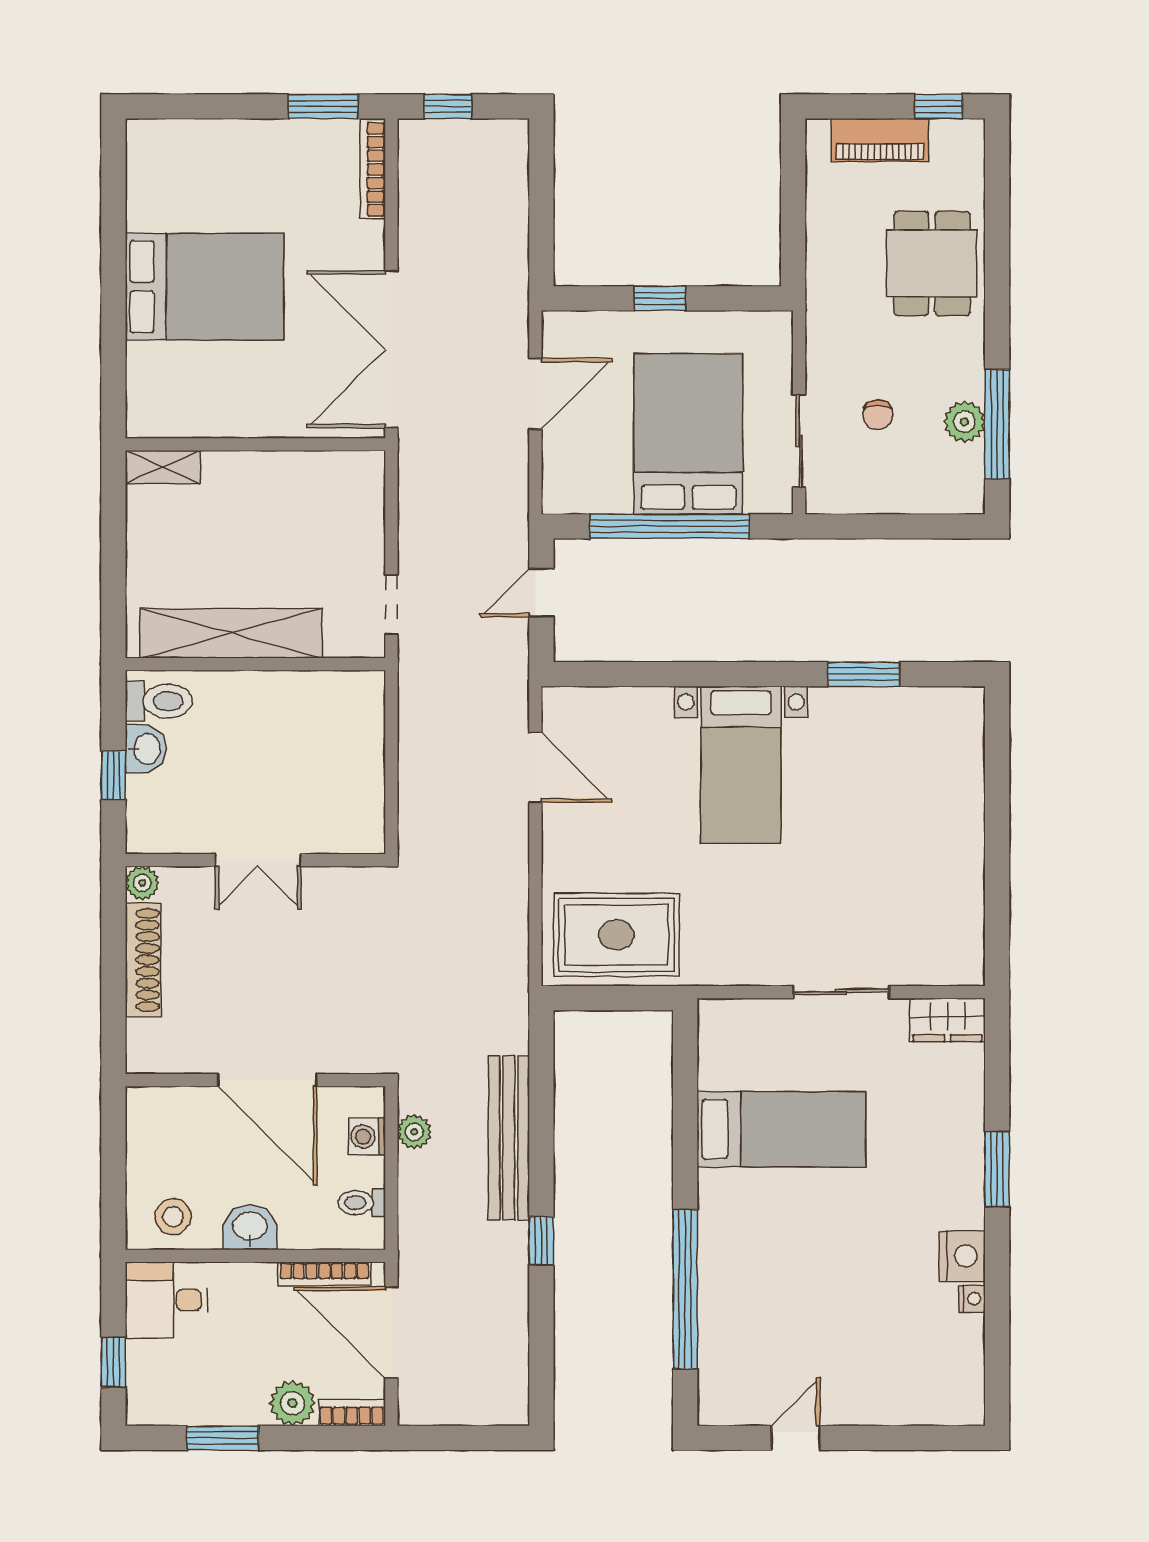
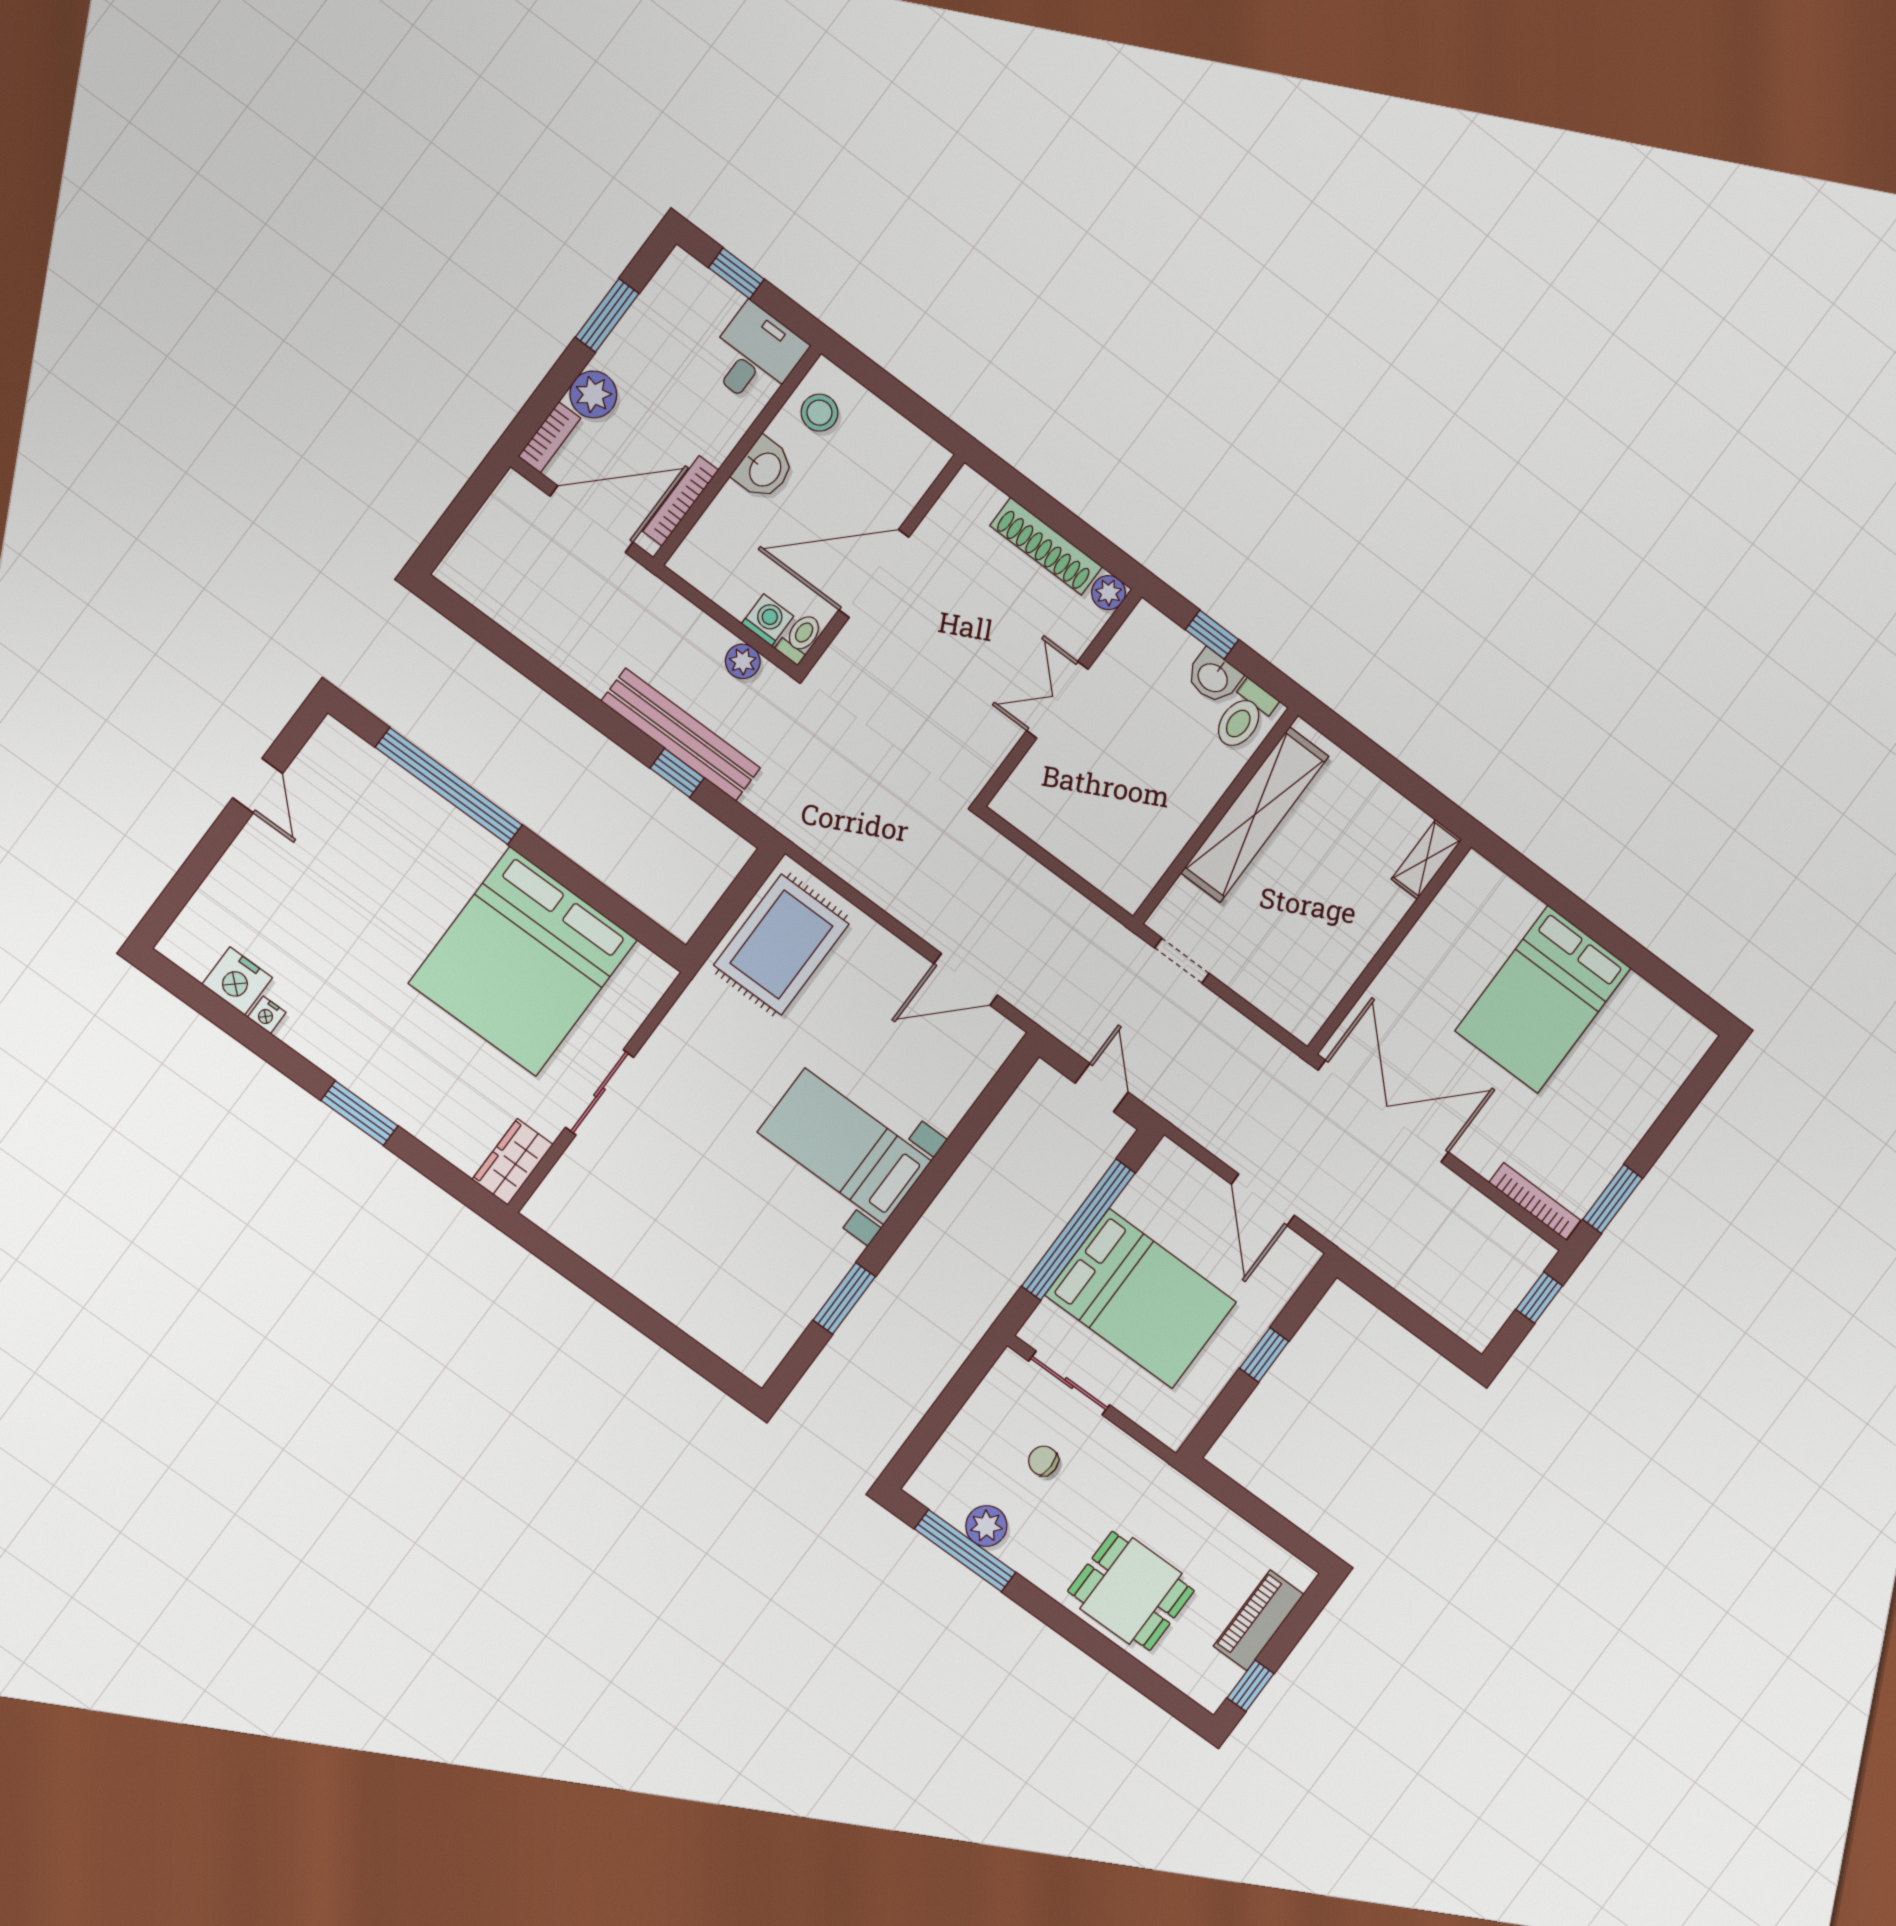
bed: (781, 1129) -> (523, 962), width x2.04
toilet: (362, 1203) -> (800, 638), moved
window: (541, 1241) -> (677, 773), moved
nightstand: (962, 1256) -> (237, 981), moved

